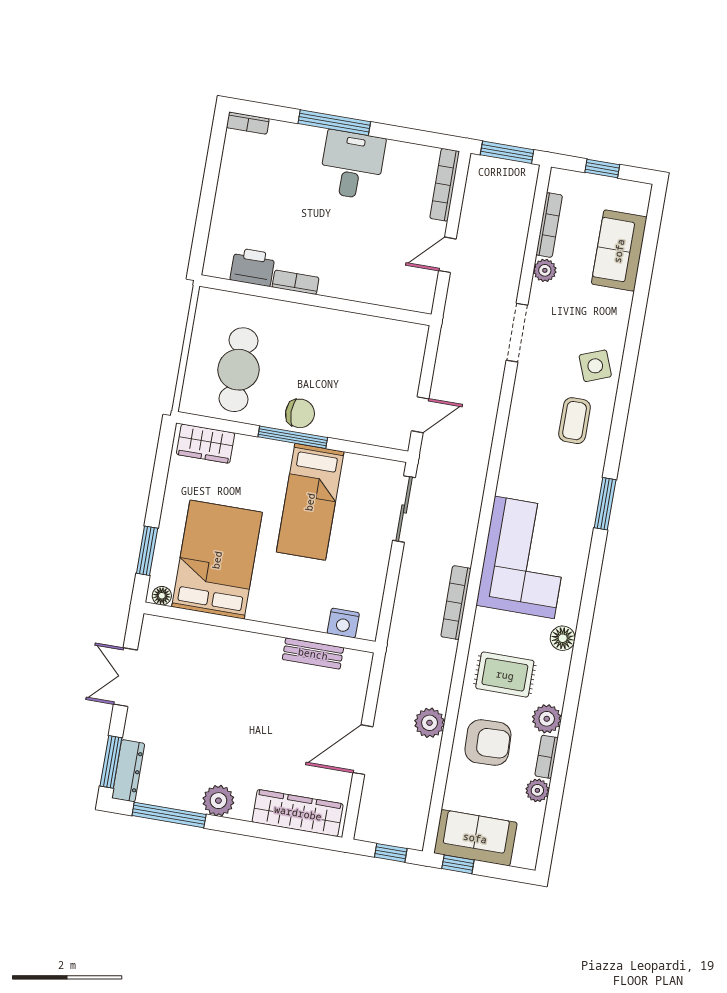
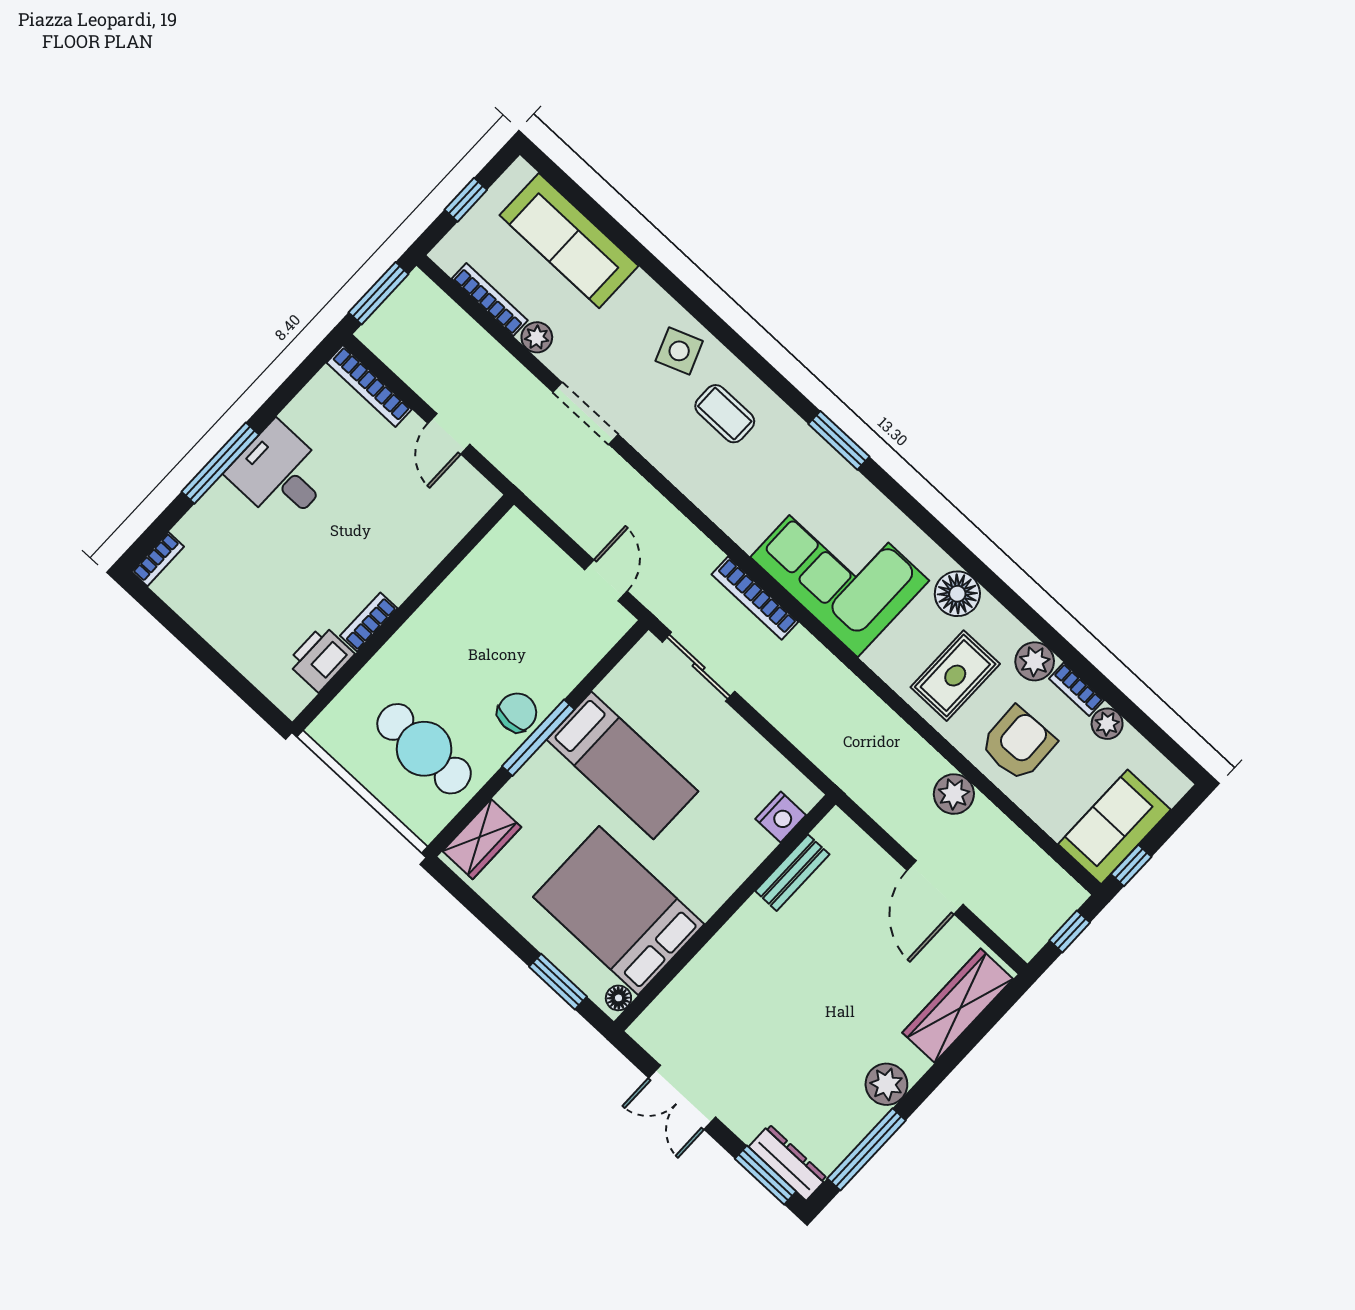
sofa: (619, 251) -> (569, 241), width x1.36
bookcase: (456, 603) -> (755, 598), moved
floor lamp: (563, 638) -> (957, 594), width x1.38, depth x1.38

